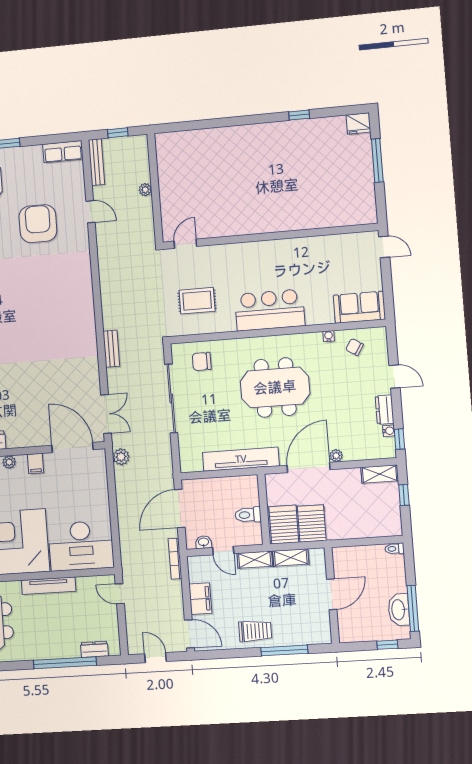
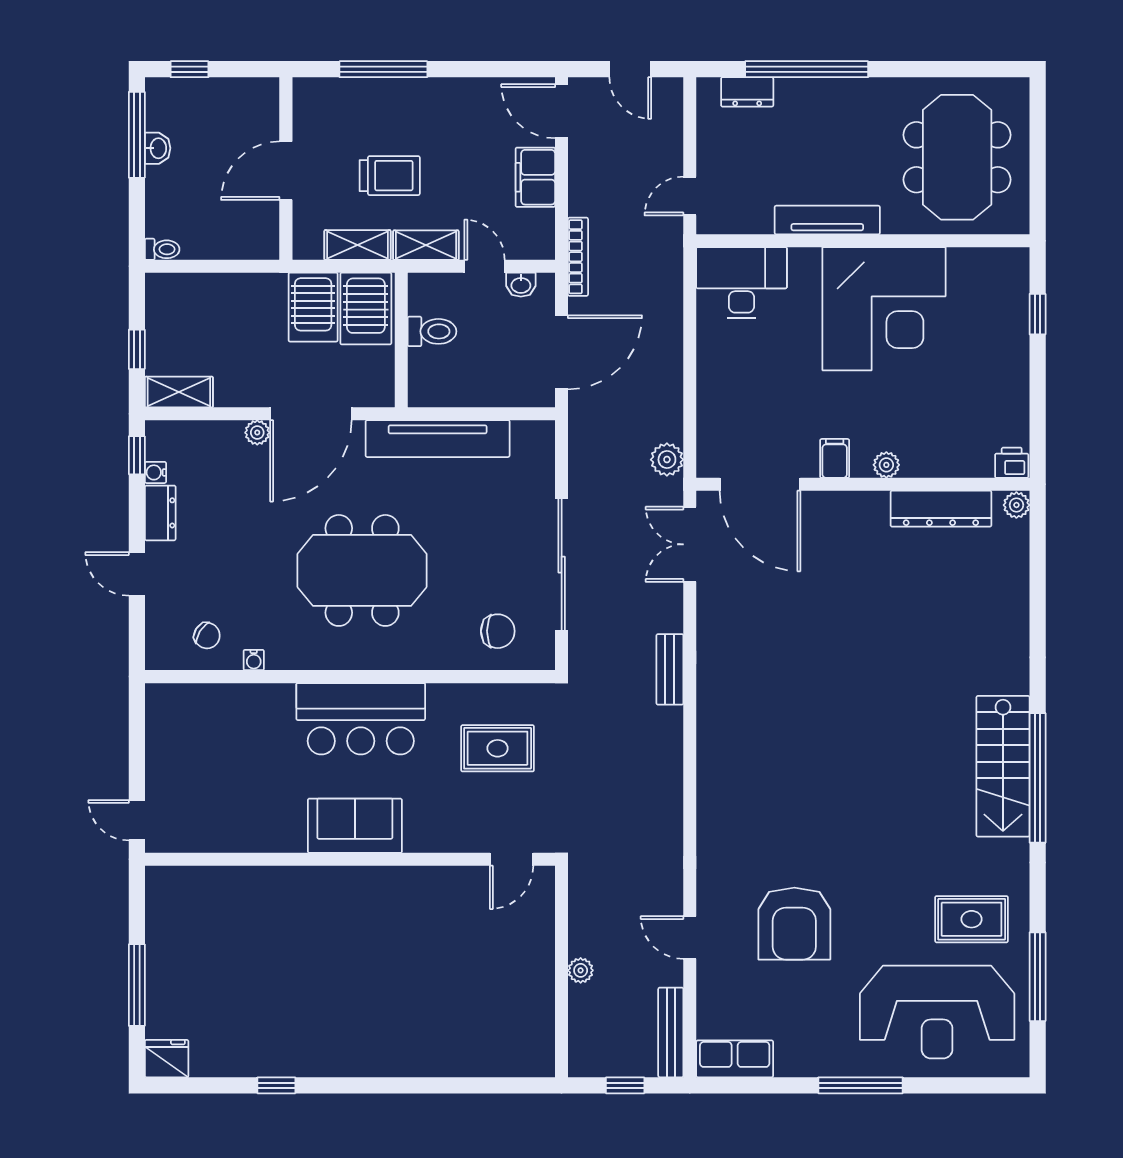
sofa: (359, 307) -> (355, 826), moved, turned 180
desk: (81, 546) -> (741, 283), width x0.73, depth x0.77
door: (120, 594) -> (690, 196), swing flipped
washbasin: (399, 610) -> (158, 148), width x0.52, depth x0.69
trolley: (255, 631) -> (390, 176), moved, turned 180

